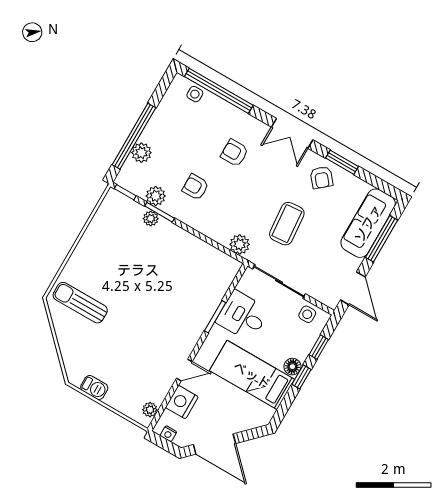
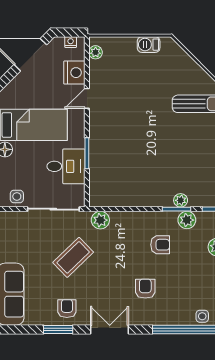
armchair: (235, 153) -> (145, 289), turned -90
armchair: (322, 177) -> (67, 309), turned 40
coffee table: (287, 224) -> (73, 257), turned 51

